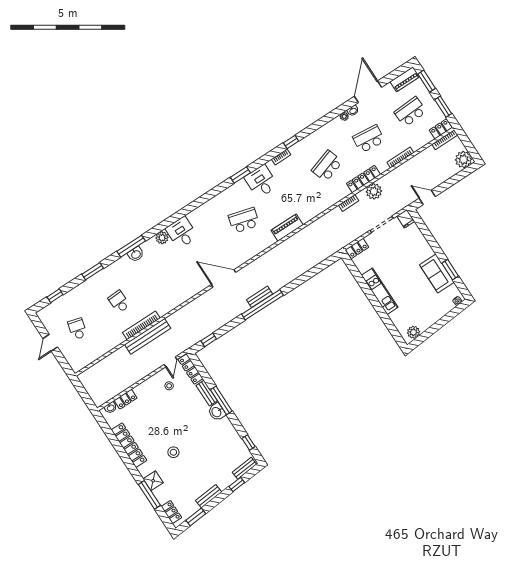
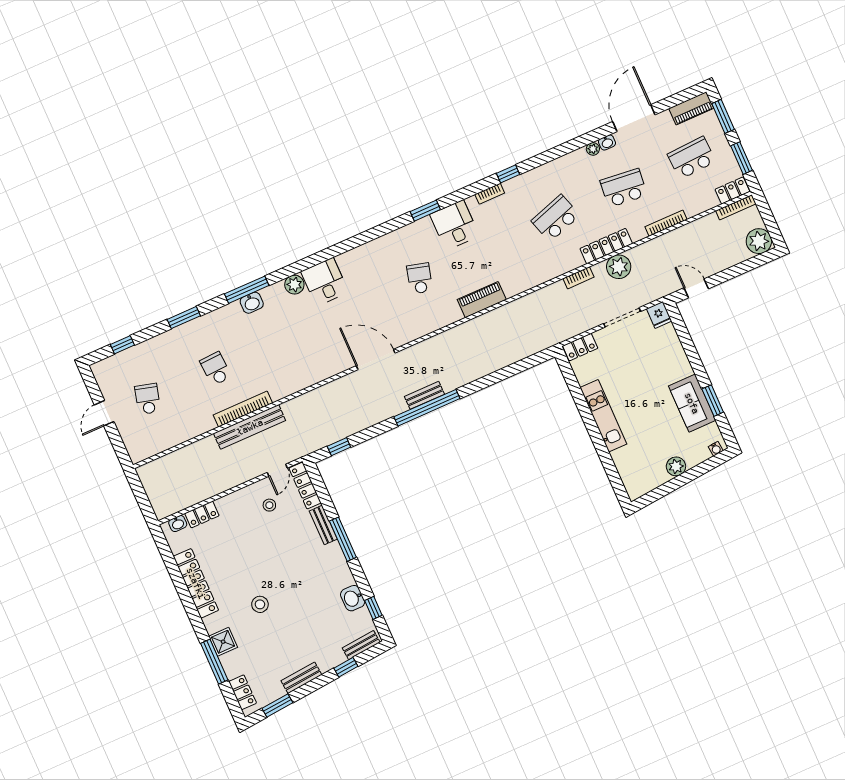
school desk: (244, 220) -> (420, 278), width x0.54
plant: (413, 332) -> (676, 466), moved
washbasin: (217, 412) -> (353, 598), moved

